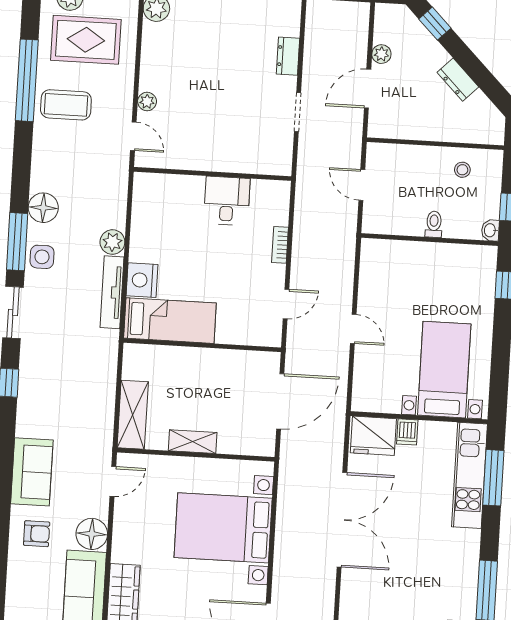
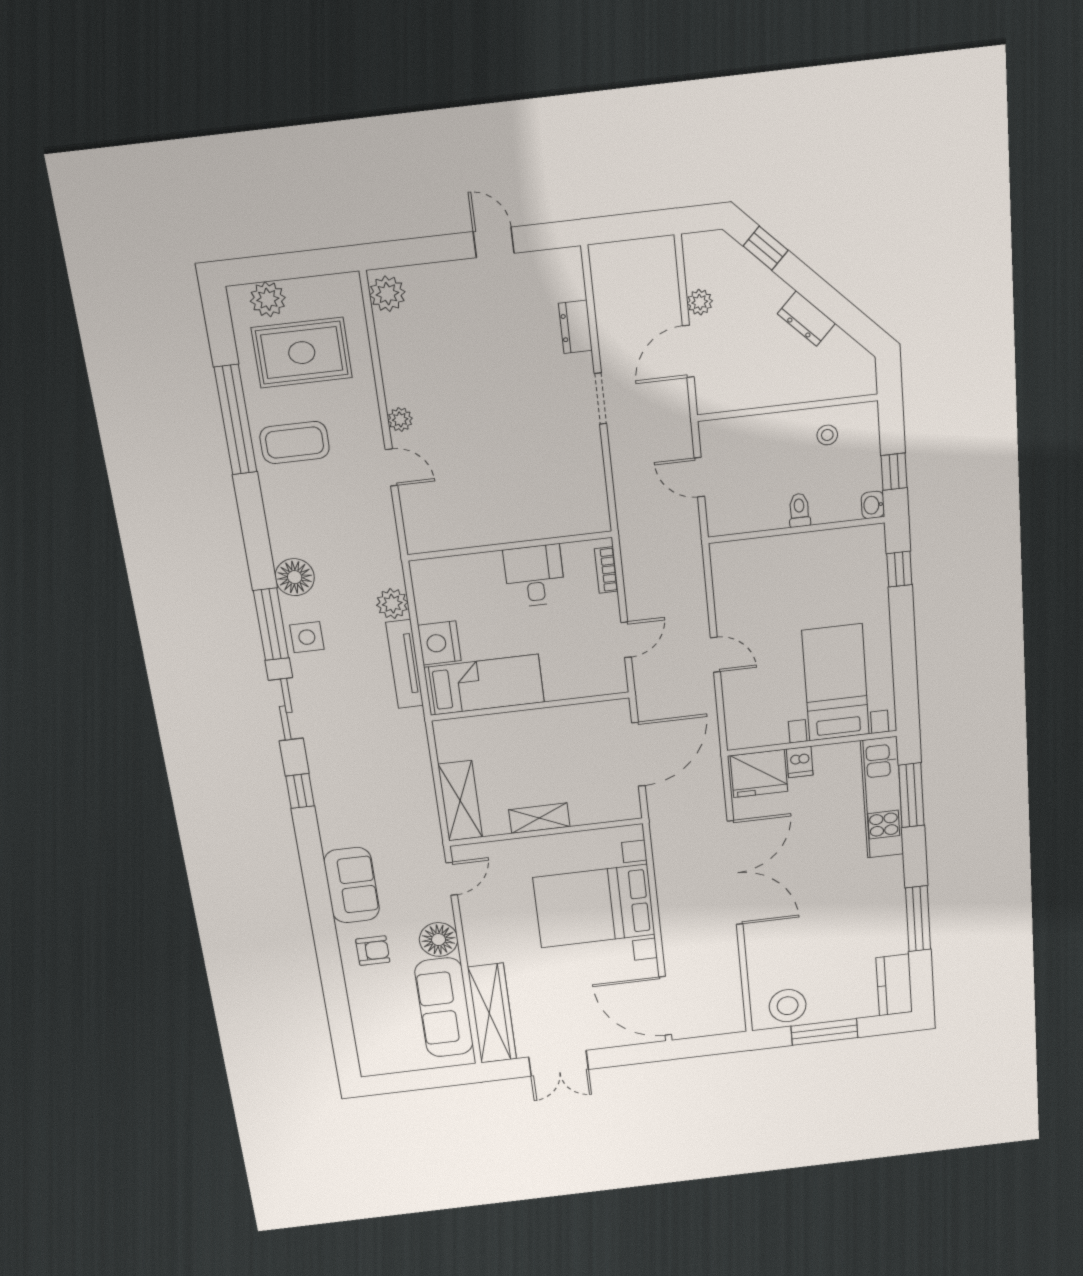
wall: (212, 174) -> (510, 546), moved
desk: (227, 201) -> (534, 576), moved

